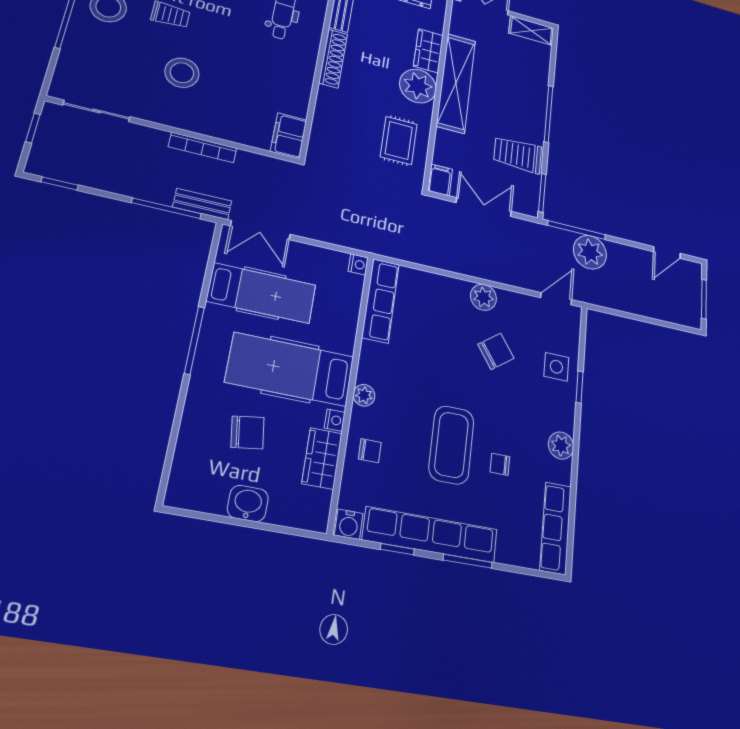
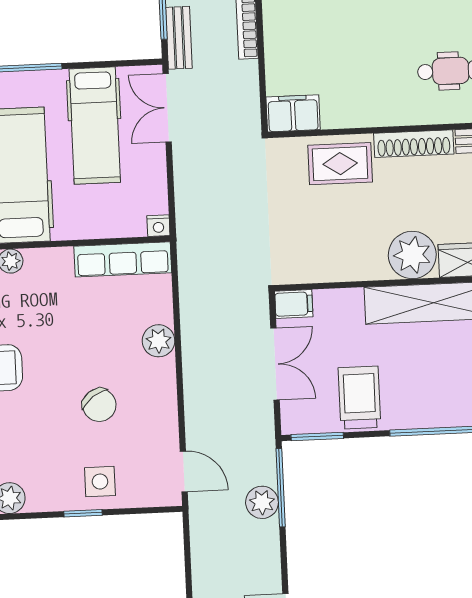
rug: (399, 140) -> (340, 164), moved
plant: (590, 252) -> (262, 502), width x0.73, depth x0.73
plant: (483, 297) -> (159, 341), moved

